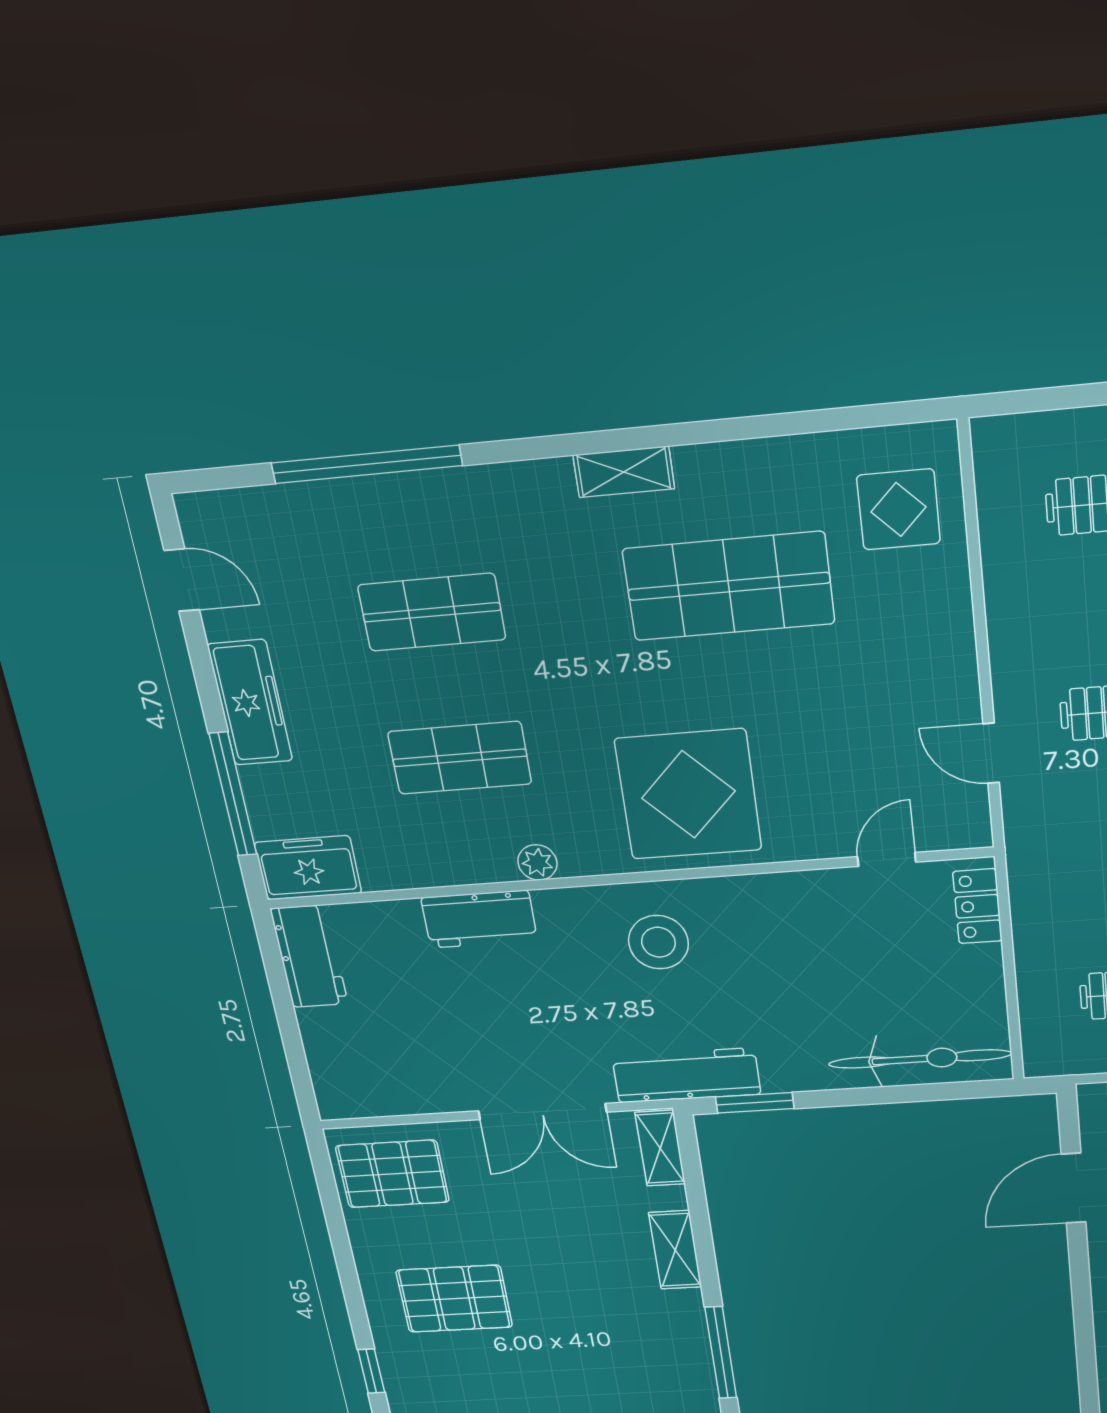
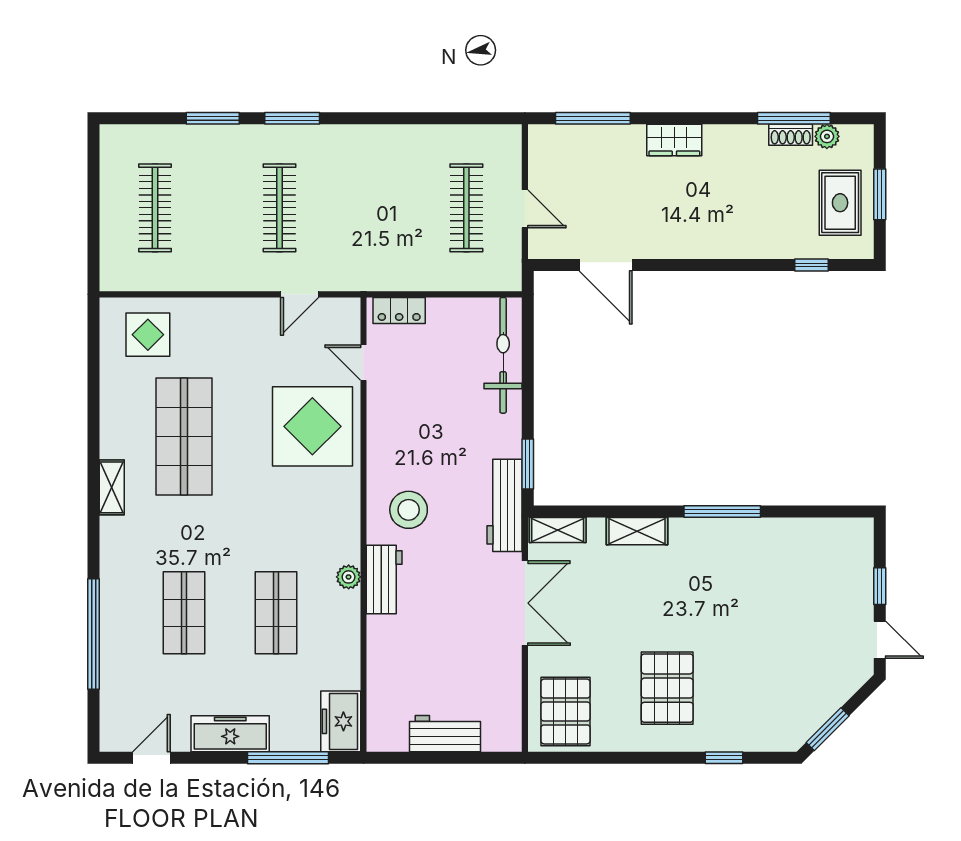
display table: (688, 794) -> (312, 426), moved
workbench: (479, 919) -> (384, 579), moved
workbench: (309, 956) -> (445, 734), moved

